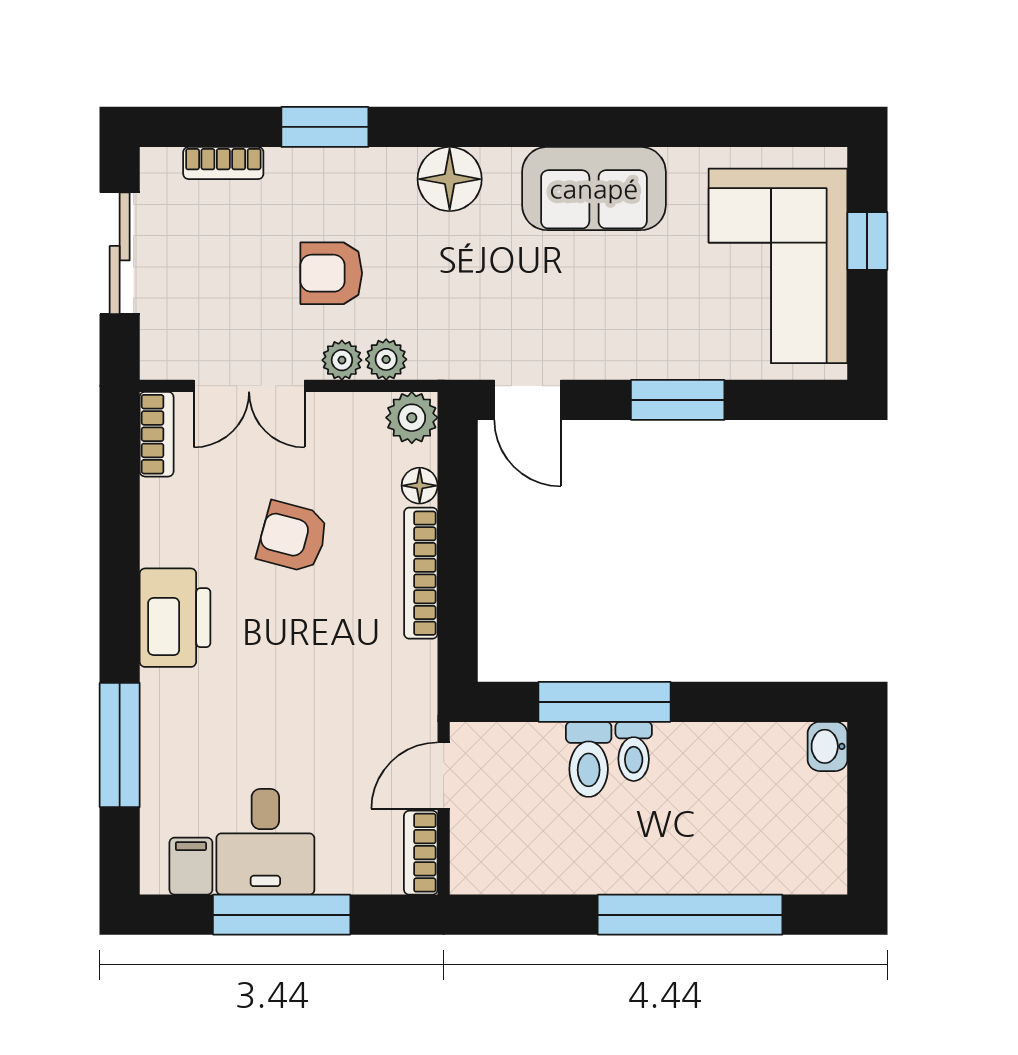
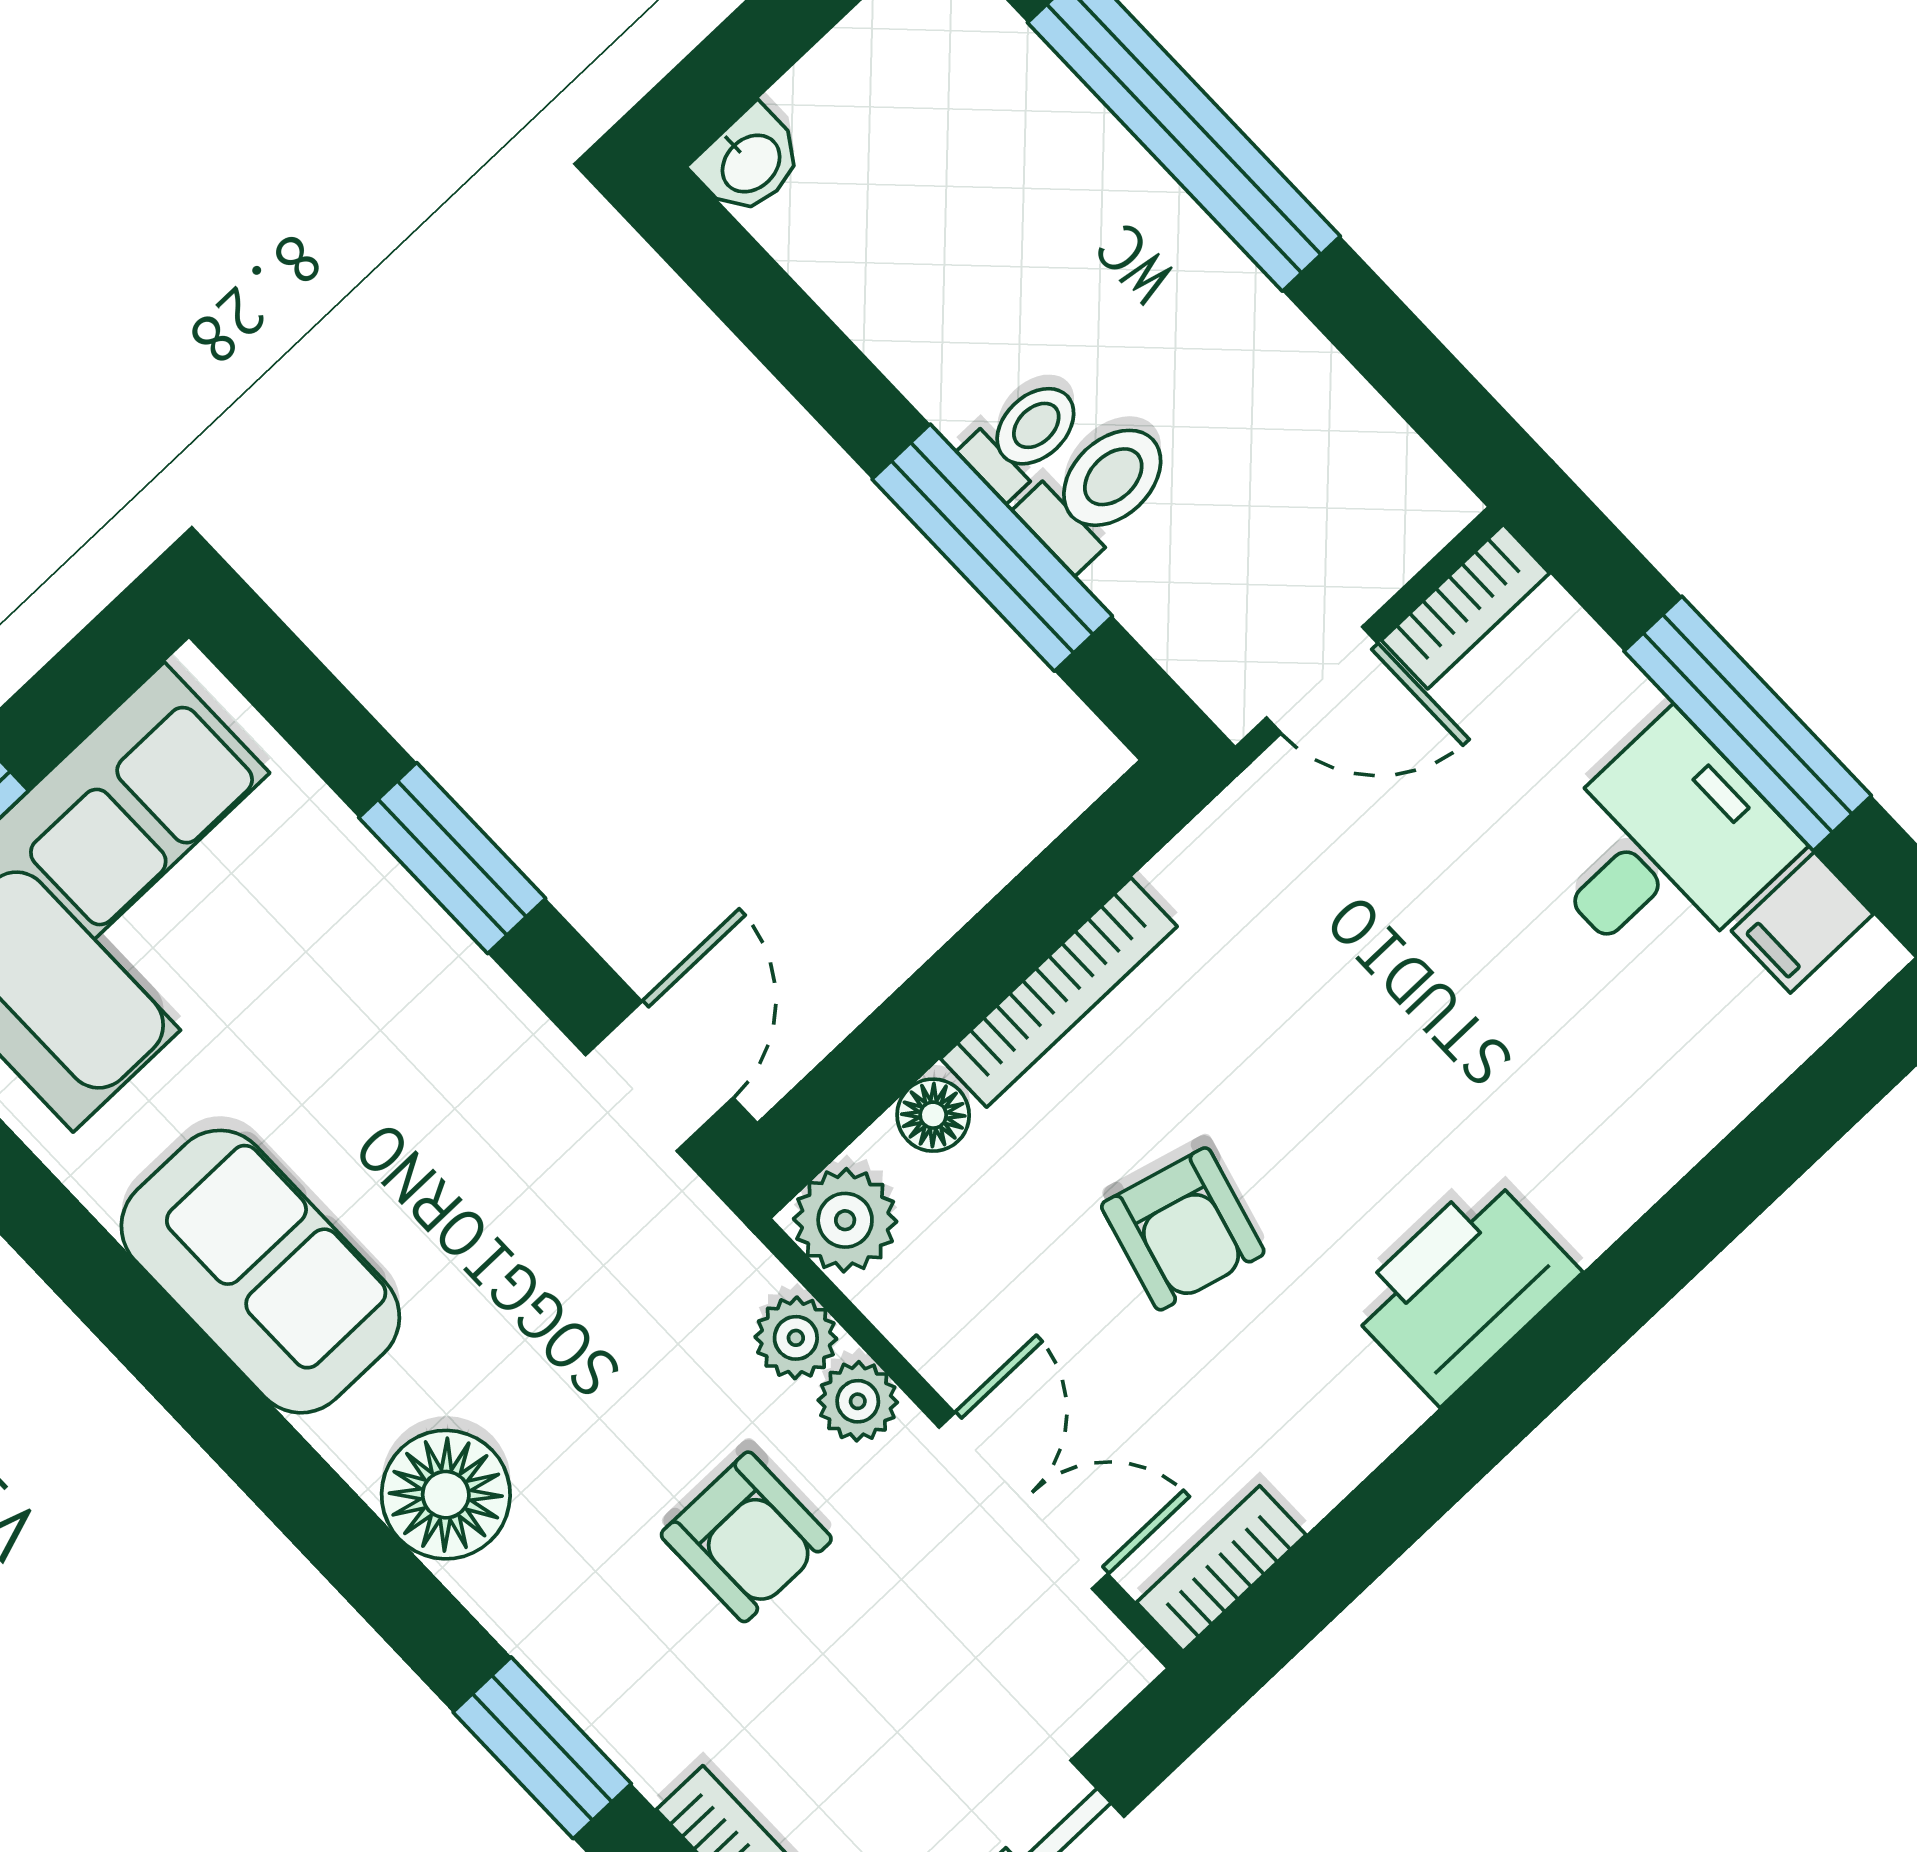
window: (120, 745) -> (1724, 1193), removed

